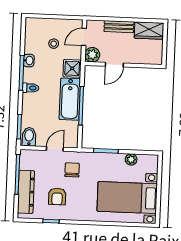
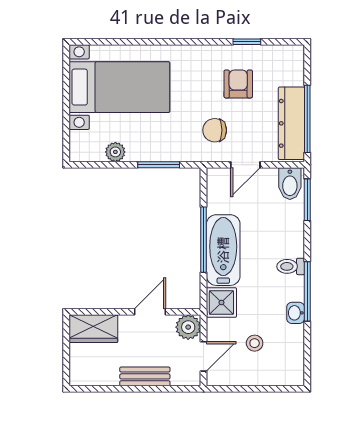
wardrobe: (149, 31) -> (93, 329), moved, turned 180
chair: (72, 170) -> (215, 130), turned 90
dresser: (26, 192) -> (291, 123), moved

